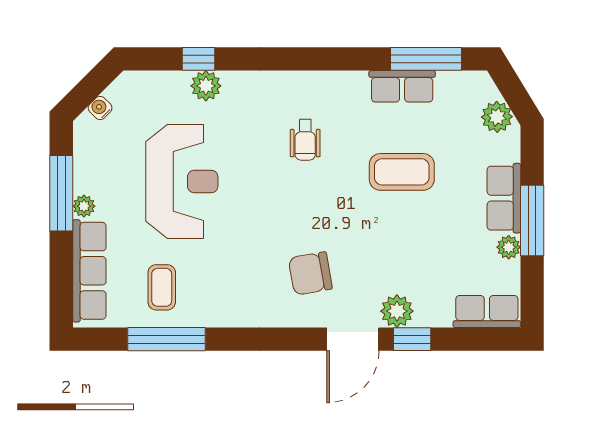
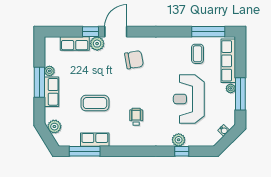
row of seats: (487, 311) -> (75, 43), moved
window: (166, 339) -> (208, 32), moved

